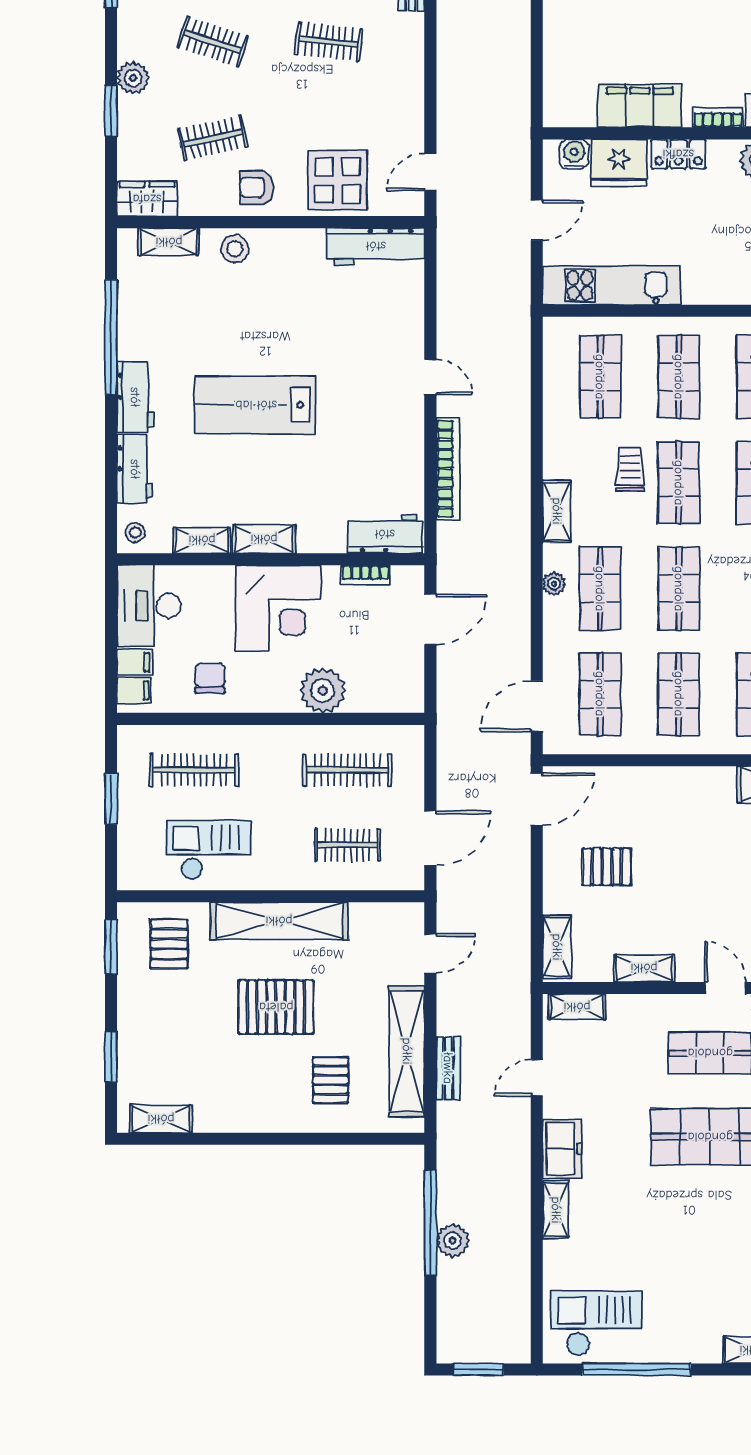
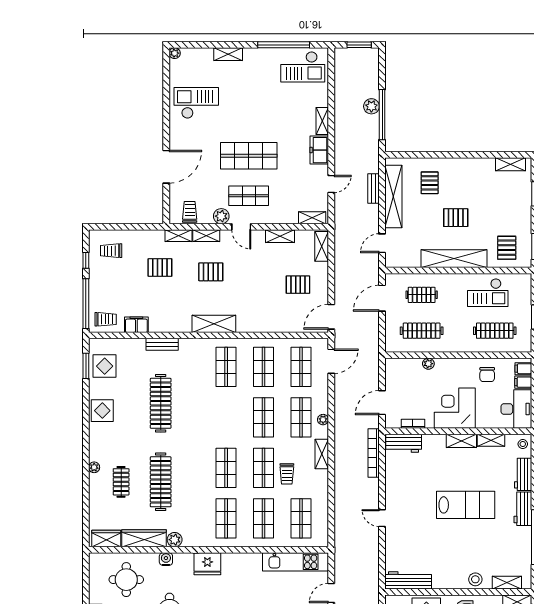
bookcase: (448, 469) -> (374, 453), moved
plant: (323, 690) -> (428, 364), width x0.53, depth x0.53
pallet: (276, 1007) -> (456, 218), width x0.67, depth x0.71

